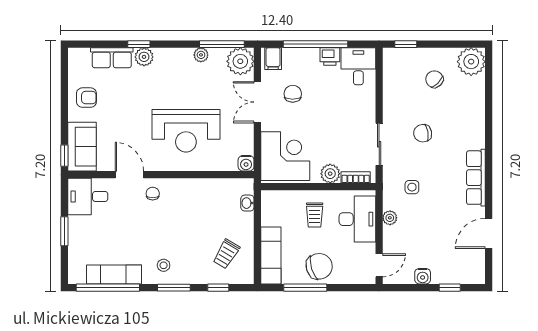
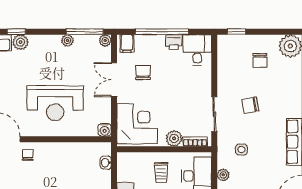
plant: (240, 61) -> (105, 41), width x0.53, depth x0.53
chair: (434, 79) -> (260, 61), turned -135

